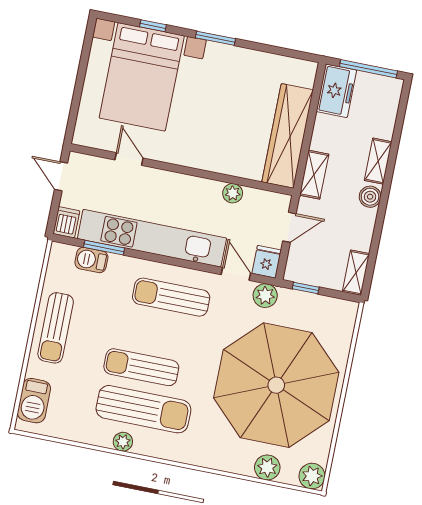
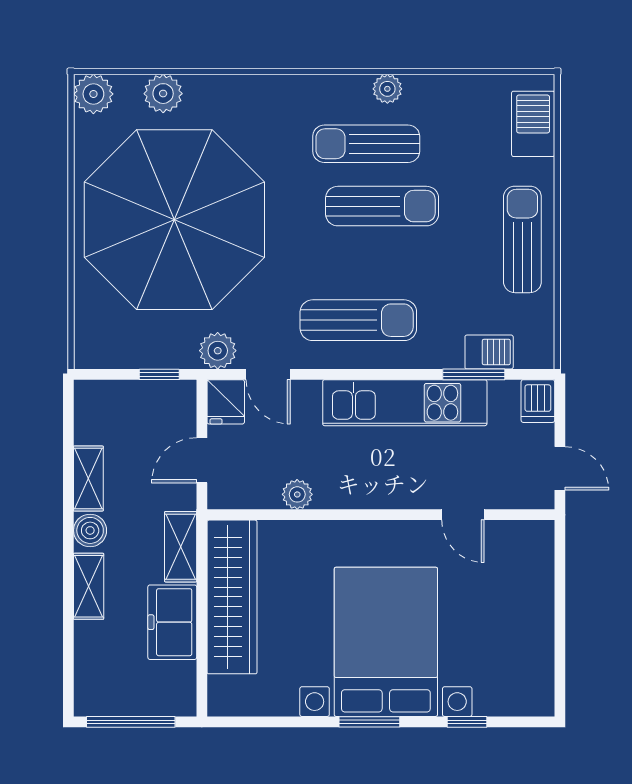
bed with nightstands: (142, 77) -> (386, 642), moved
freezer: (336, 91) -> (172, 622), moved
kitchen unit: (152, 238) -> (405, 403), width x0.73
shelving: (356, 273) -> (88, 479), moved
sun lounger: (143, 409) -> (366, 144), width x0.73, depth x0.75

